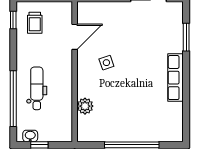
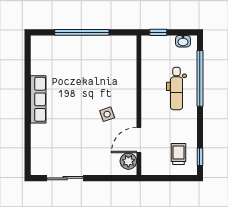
window: (186, 37) -> (28, 140), removed
plant: (85, 106) -> (128, 161), moved
window: (39, 145) -> (158, 32), moved

